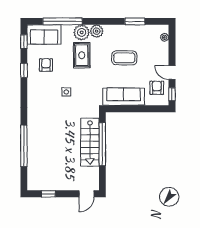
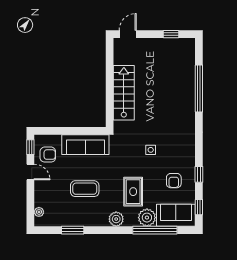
plant: (82, 32) -> (147, 218), moved
armchair: (157, 88) -> (48, 155), turned -90
window: (102, 144) -> (110, 90), removed

